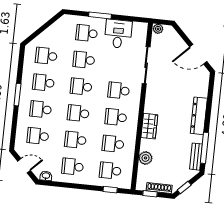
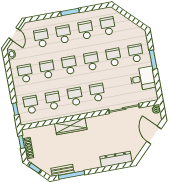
door: (198, 54) -> (154, 135), moved
dresser: (199, 116) -> (116, 159), moved
wardrobe: (149, 126) -> (71, 126), width x1.50
plant: (145, 158) -> (49, 130), removed

